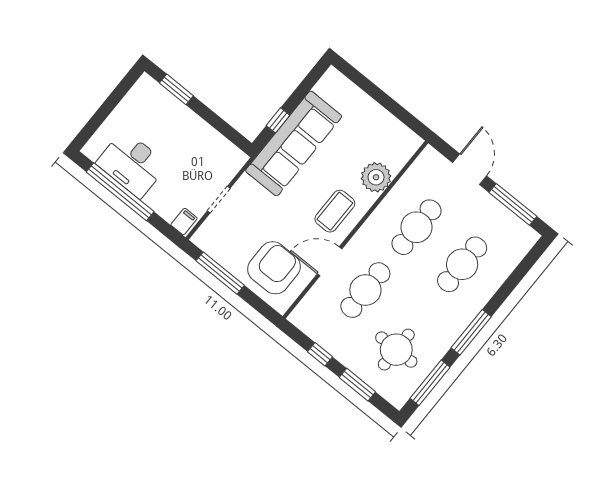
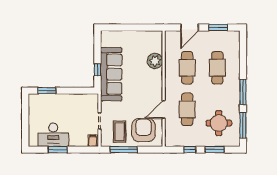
door: (470, 169) -> (190, 28), swing flipped
window: (120, 192) -> (58, 150), width x0.47
window: (513, 204) -> (218, 28), width x0.69
coffee table: (335, 211) -> (120, 132), moved

